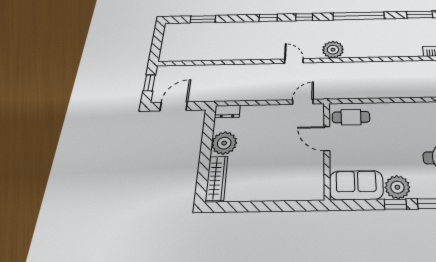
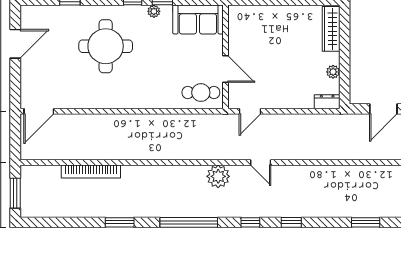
plant: (224, 143) -> (333, 72), width x0.53, depth x0.53
plant: (397, 187) -> (154, 11), width x0.53, depth x0.53

